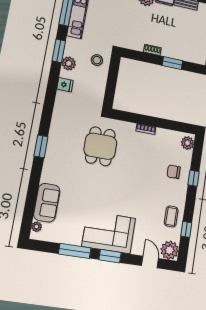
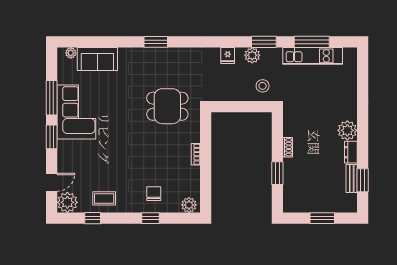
corner sofa: (109, 232) -> (76, 112), moved

